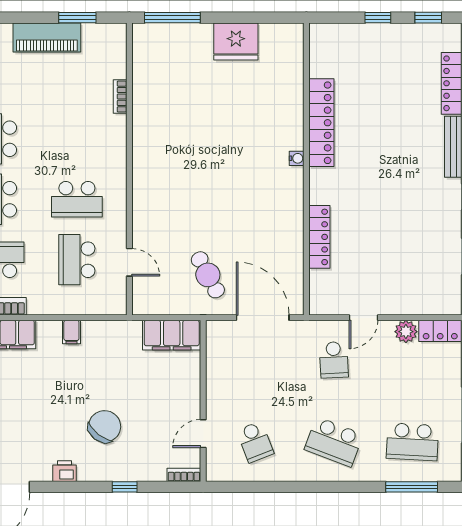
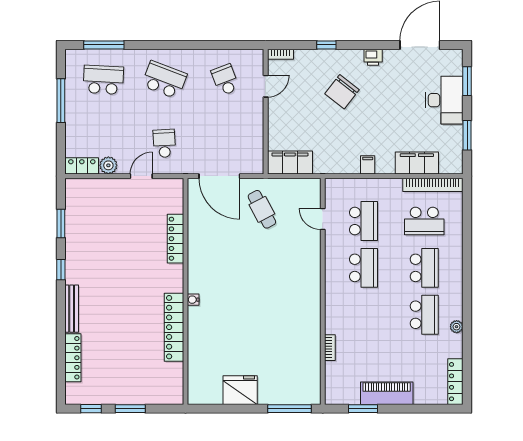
window: (378, 18) -> (130, 409), width x1.50
school desk: (77, 199) -> (363, 268), turned 90

